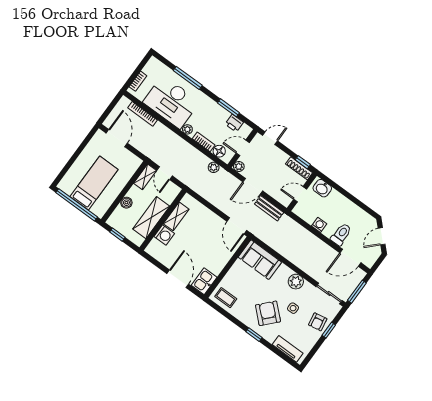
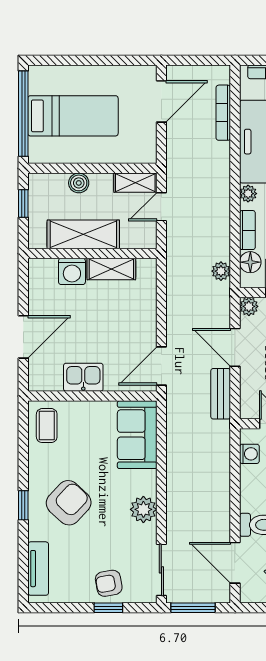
washing machine: (319, 225) -> (249, 454), moved
kitchen sink: (204, 281) -> (83, 377), moved
side table: (293, 308) -> (102, 533), removed

